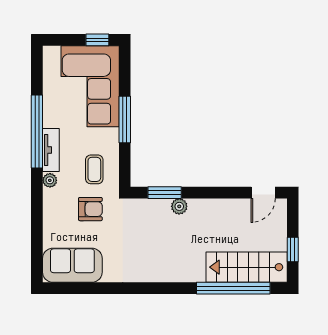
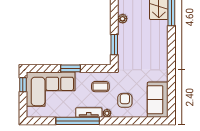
window: (125, 119) -> (71, 68), width x0.69
plant: (179, 206) -> (123, 19), moved
armchair: (90, 209) -> (125, 100), moved

